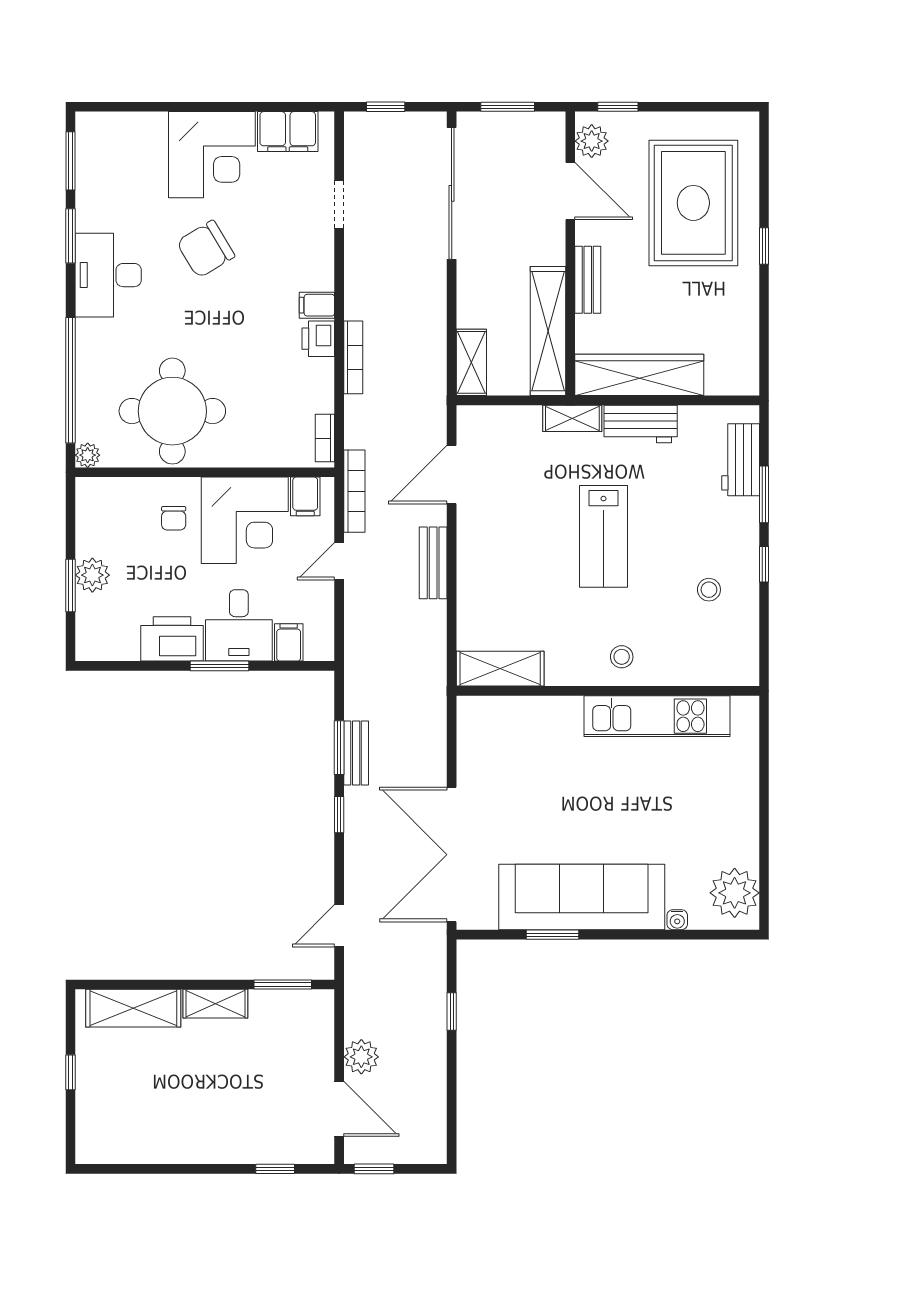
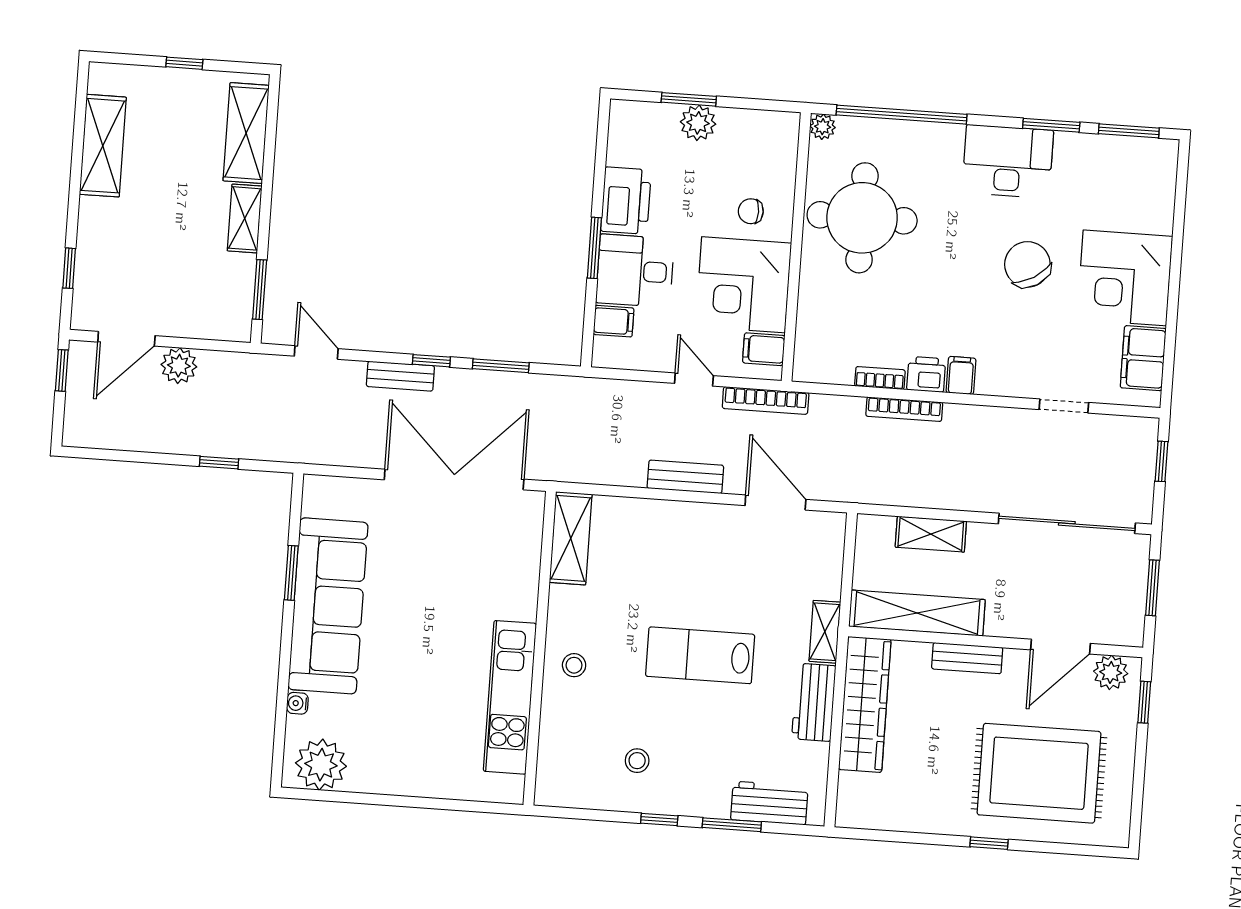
shelving: (471, 362) -> (931, 534), moved
bookcase: (325, 438) -> (880, 378), moved
bench: (356, 753) -> (400, 376), moved
double door: (452, 855) -> (454, 479), moved
shelving: (155, 1145) -> (103, 146), added

